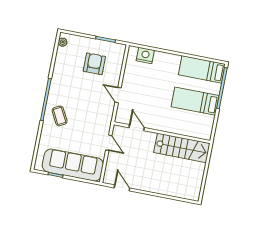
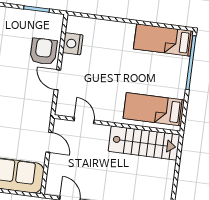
nightstand: (145, 56) -> (73, 44), moved, turned -90
armchair: (94, 64) -> (43, 51), moved
bed: (195, 101) -> (154, 109), moved

